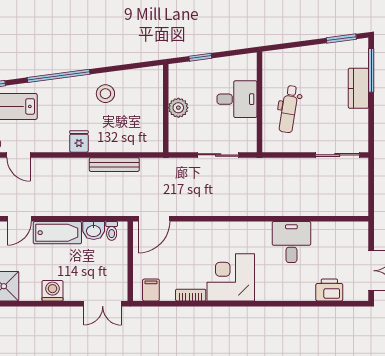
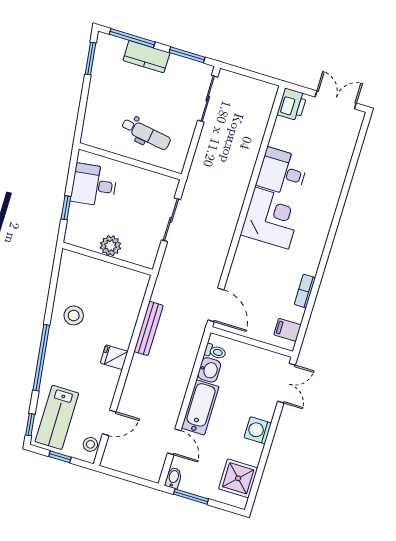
desk: (237, 99) -> (94, 185), moved, turned -98
window: (371, 124) -> (187, 55), added
corner desk: (231, 277) -> (271, 218), moved, turned 180
printer: (329, 290) -> (292, 104), moved, turned 180

